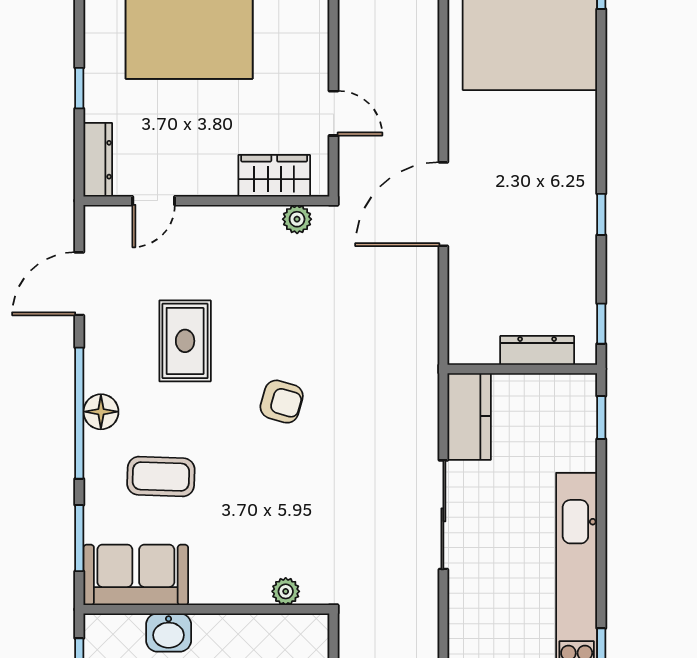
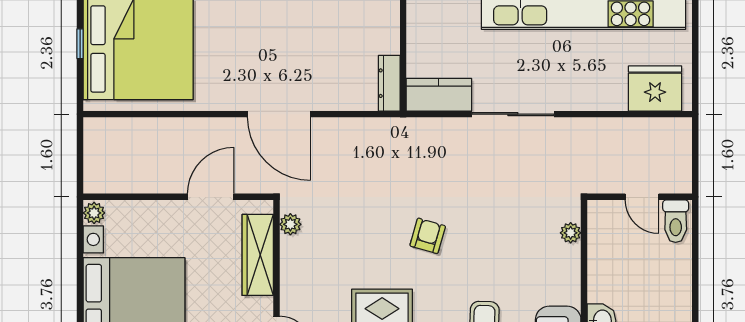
door: (333, 113) -> (211, 197), width x1.38
wardrobe: (274, 176) -> (258, 255), width x1.50
dresser: (537, 350) -> (389, 83), moved

